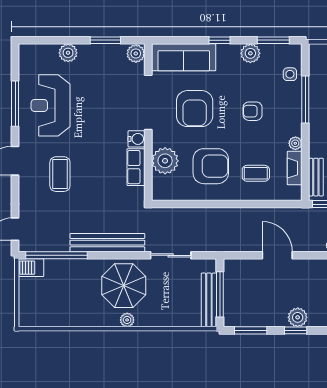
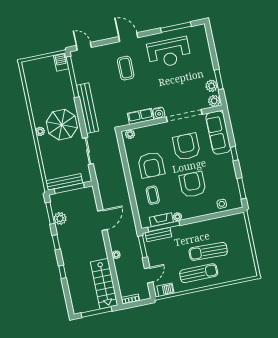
plant: (68, 53) -> (212, 86), moved
plant: (250, 53) -> (230, 175), removed
window: (305, 99) -> (164, 226), moved
window: (15, 104) -> (176, 27), moved
reception desk: (50, 105) -> (169, 53), turned 180
armchair: (195, 109) -> (186, 147), turned 90
armchair: (253, 111) -> (193, 185), width x1.88, depth x1.88
plant: (165, 161) -> (130, 134), moved, width x0.53, depth x0.53
coffee table: (60, 174) -> (126, 68), turned 90
plant: (298, 317) -> (60, 218), moved

